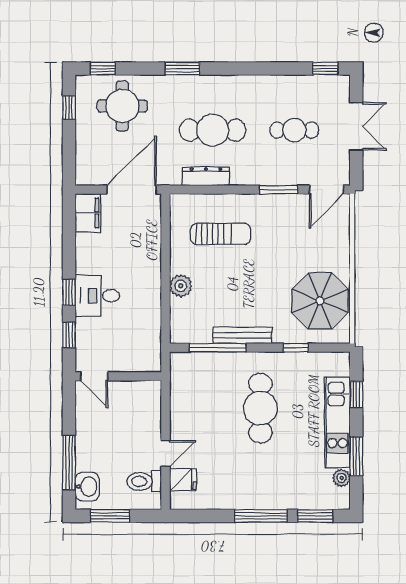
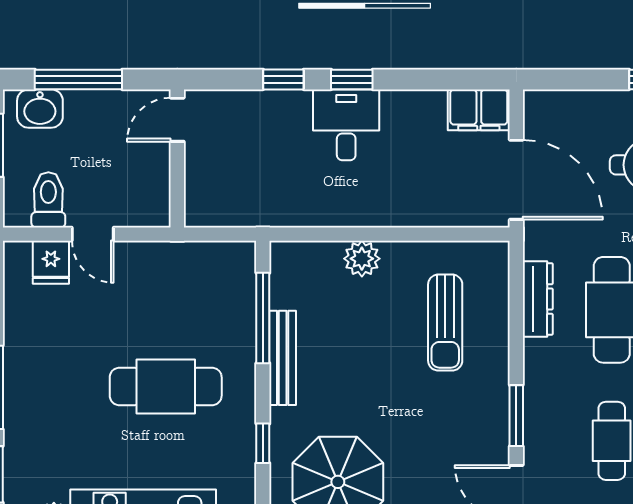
door: (94, 376) -> (177, 120), moved
wall: (118, 376) -> (177, 158), moved

